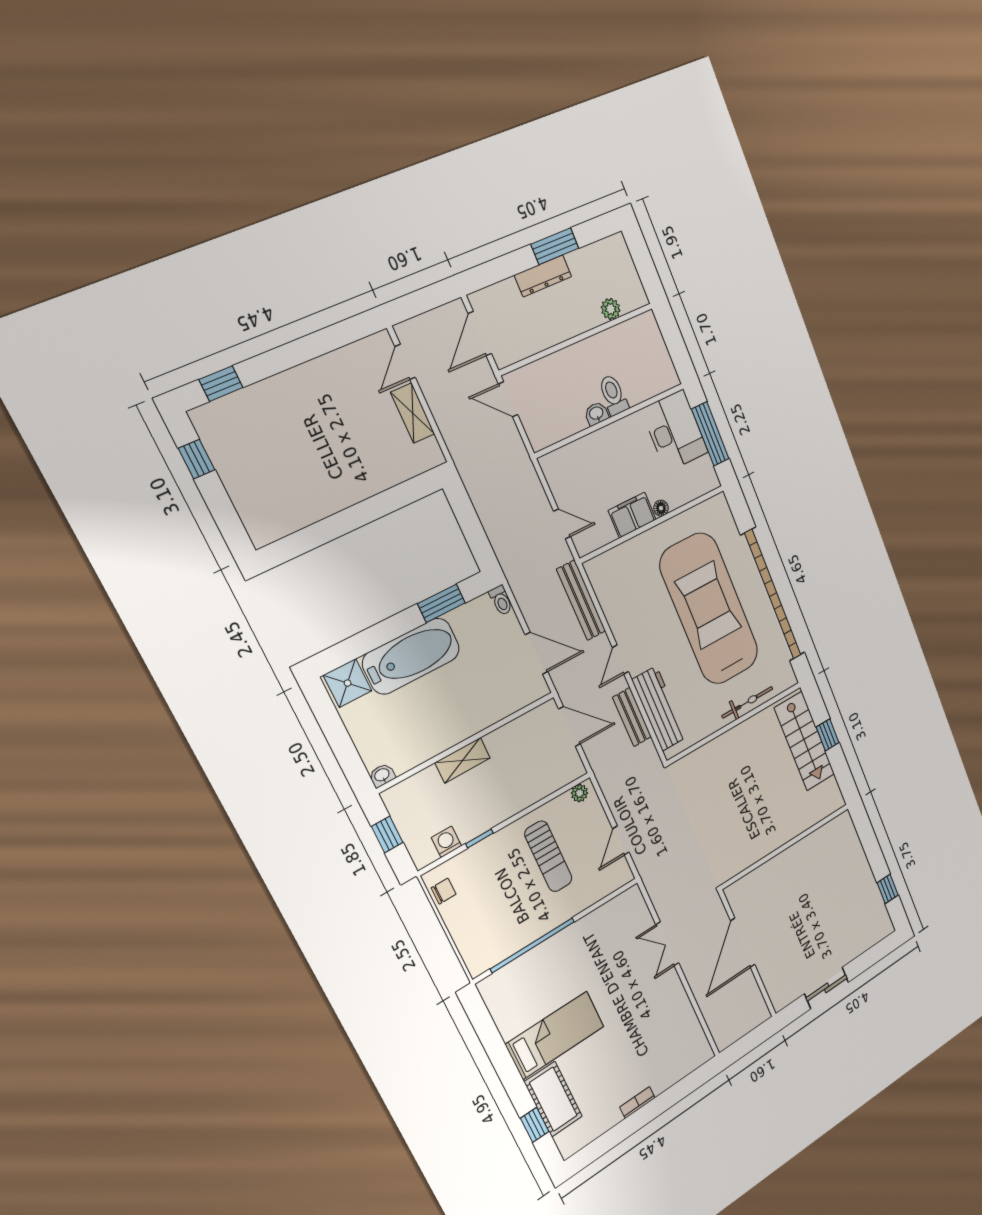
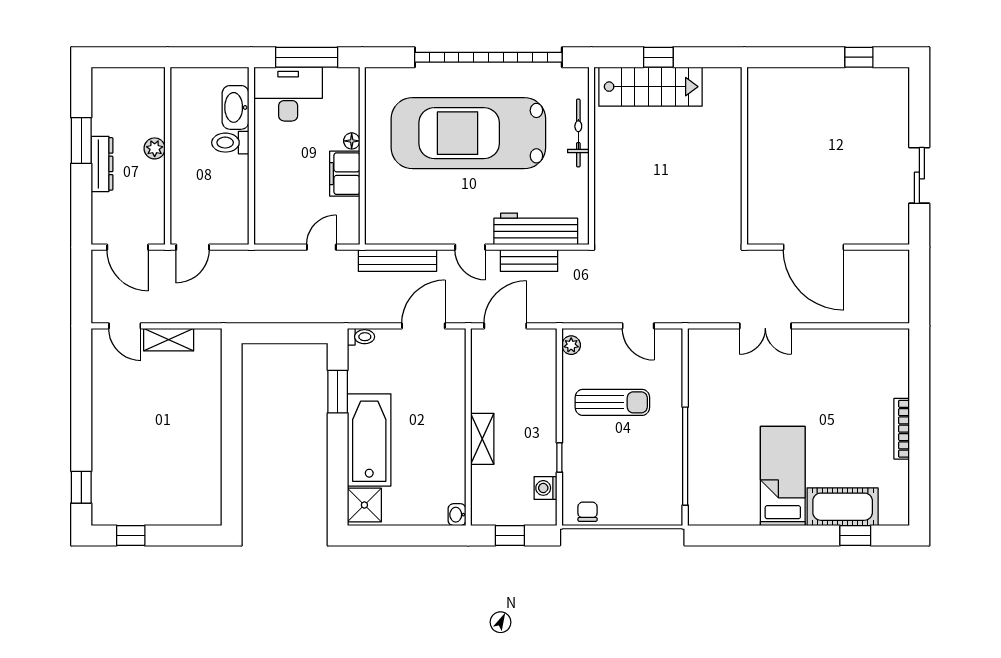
plant: (611, 309) -> (155, 148), moved
washbasin: (596, 414) -> (236, 107), moved, width x1.91, depth x1.45
bookcase: (637, 1102) -> (902, 429), width x1.56

